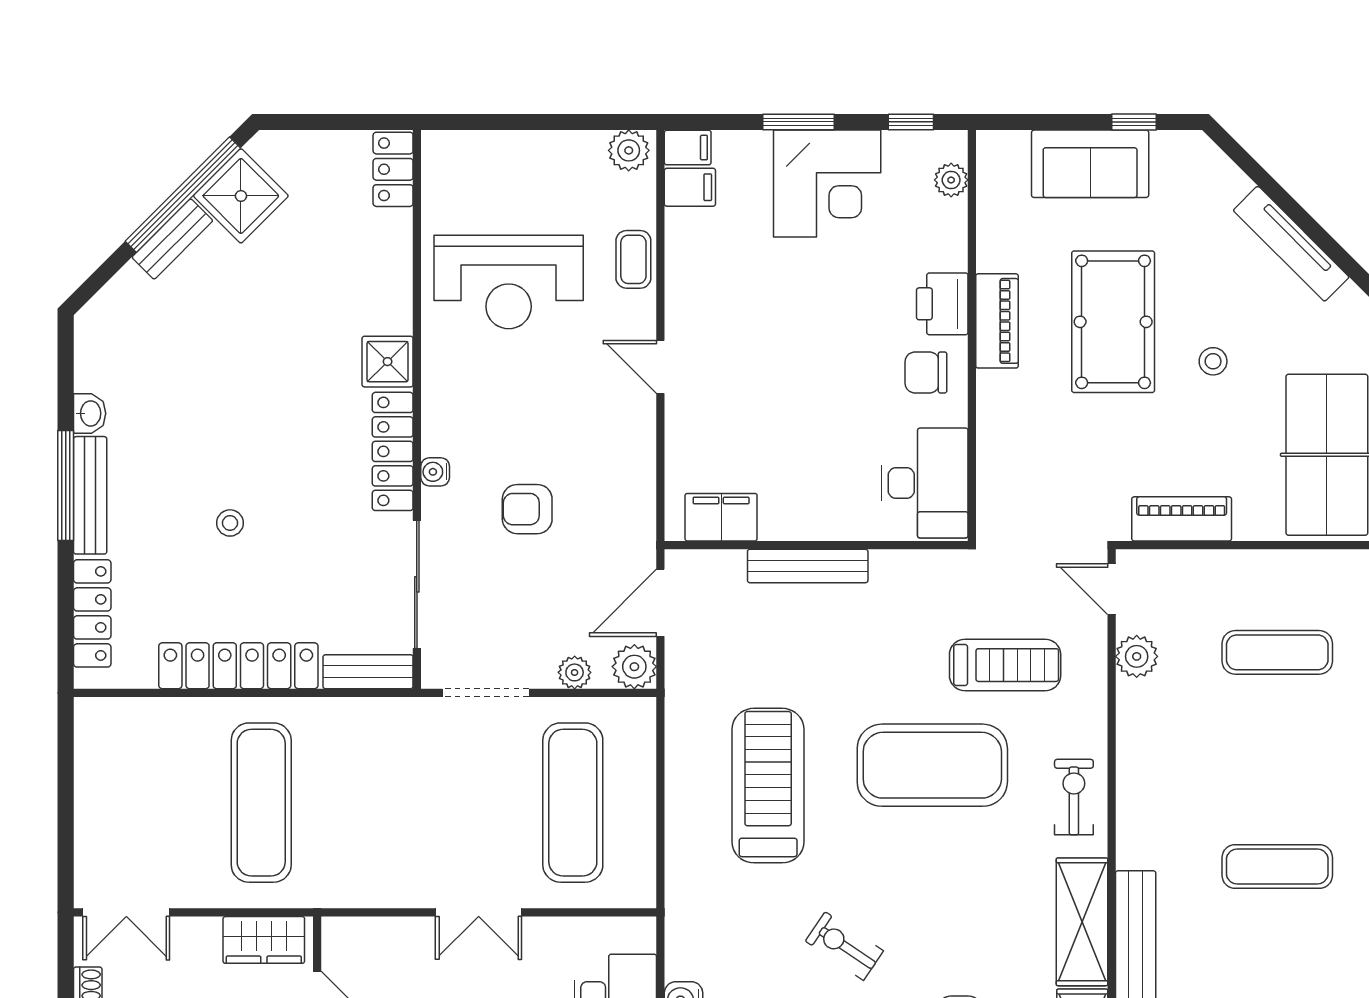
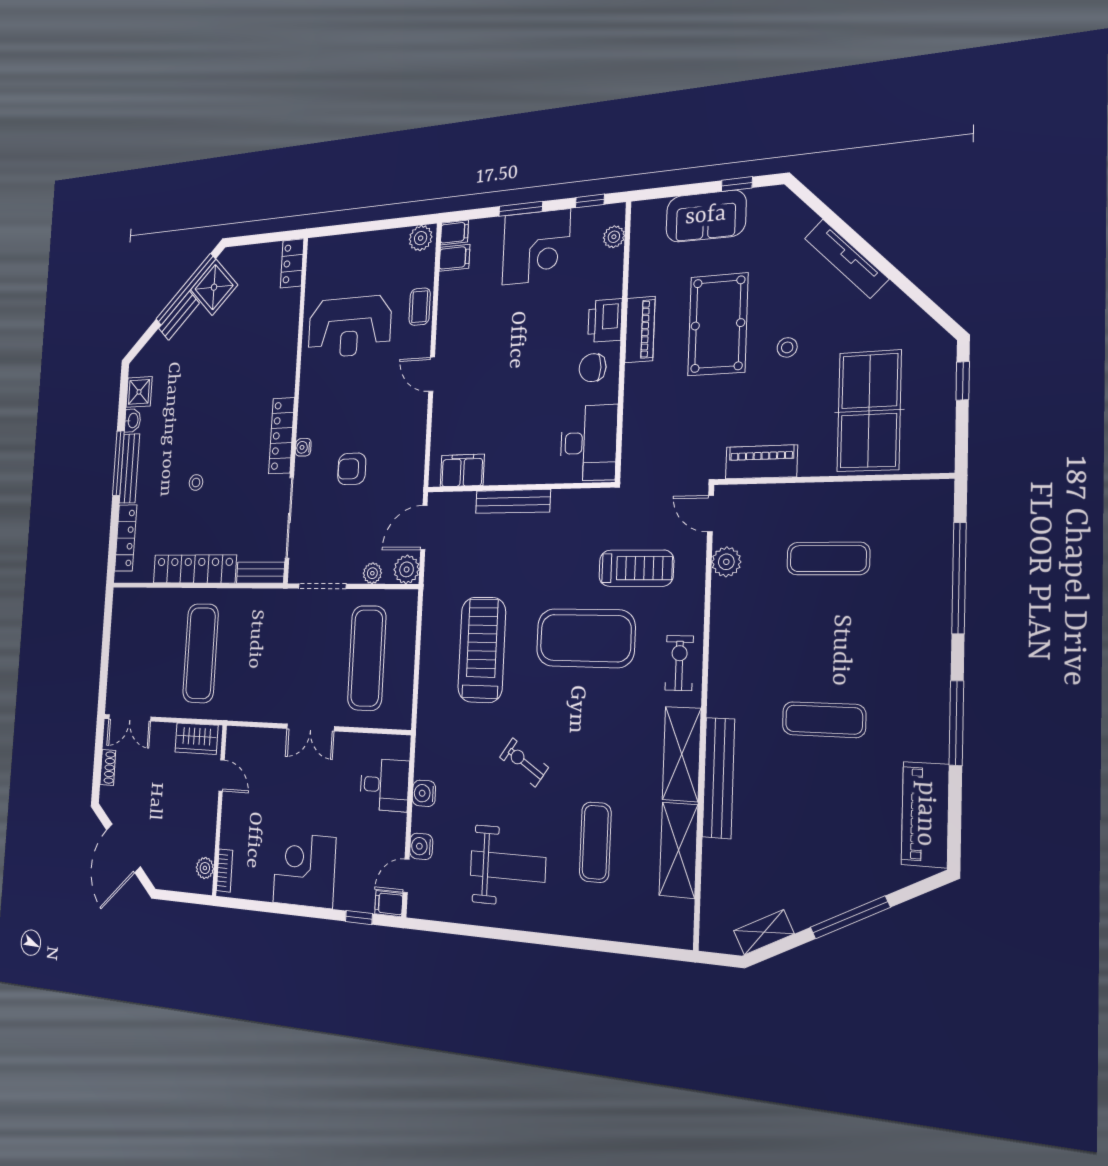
shower: (388, 362) -> (139, 392), moved

